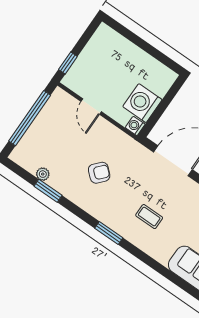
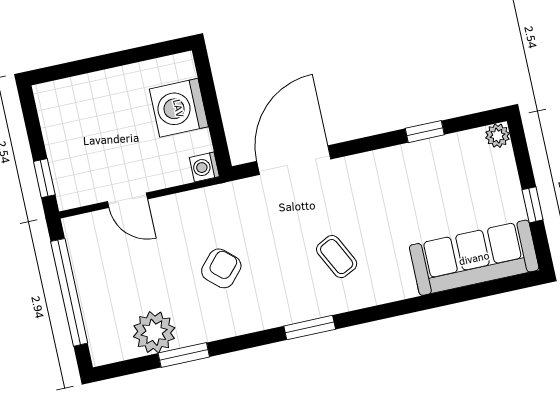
washing machine: (142, 103) -> (179, 108), moved
plant: (43, 174) -> (154, 332), width x1.88, depth x1.88
coffee table: (149, 217) -> (337, 257), turned 63

